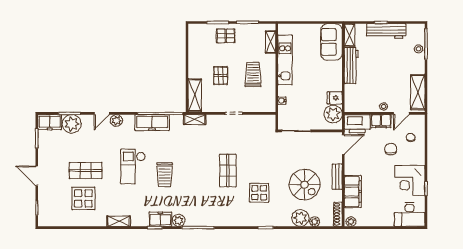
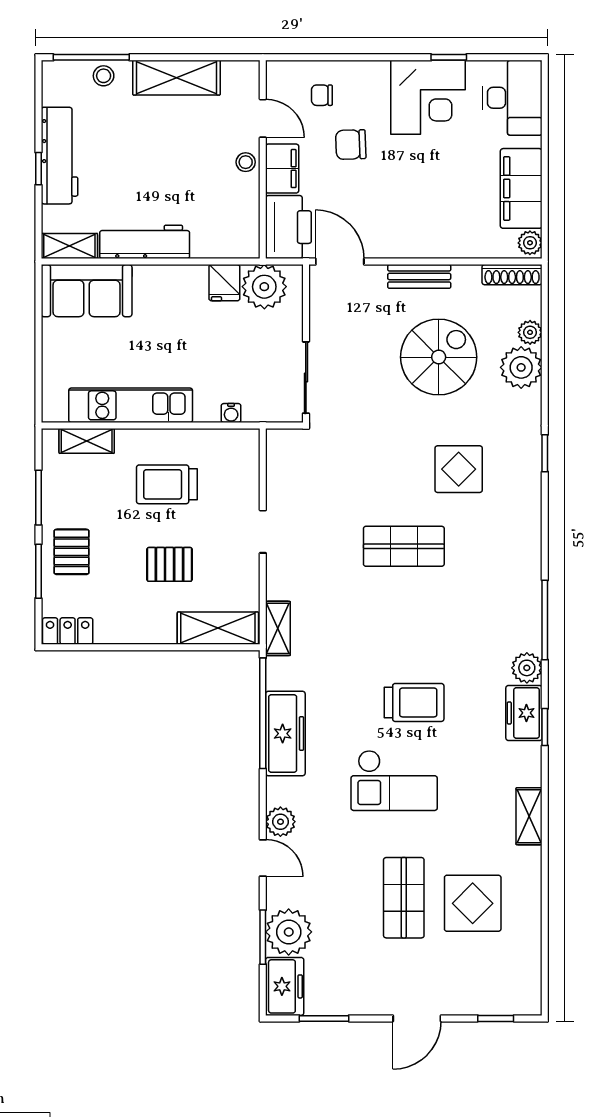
locker: (194, 34) -> (68, 631), added
shelving: (418, 92) -> (176, 78), moved
filing cabinet: (353, 191) -> (521, 188), moved, turned -90

